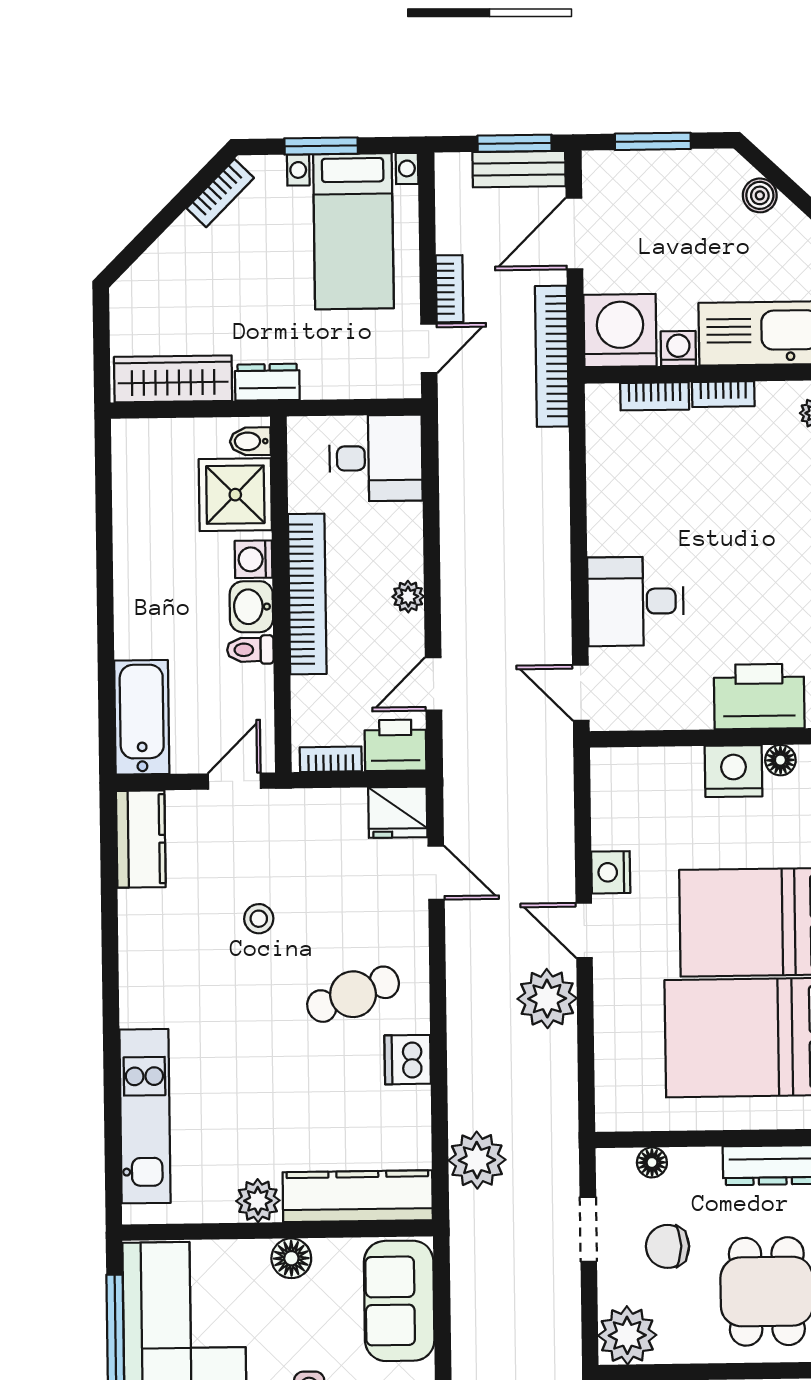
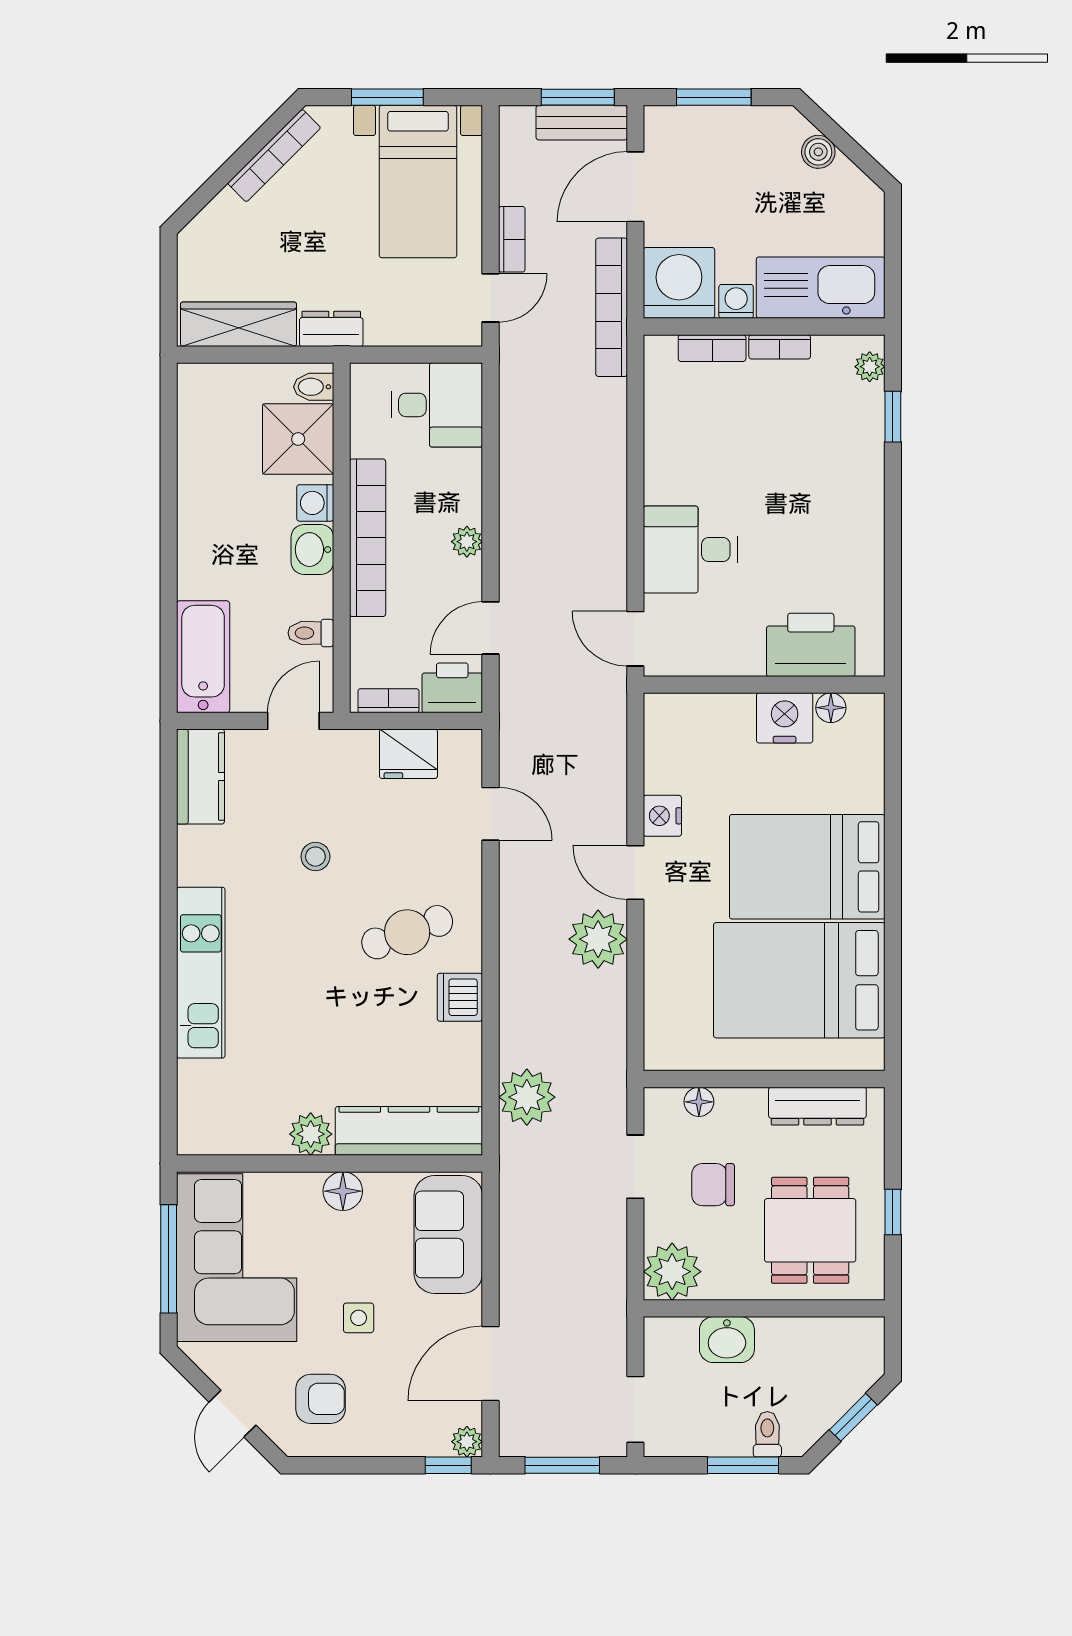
bookcase: (220, 193) -> (274, 156), width x1.56
toilet: (250, 650) -> (311, 633), moved
fridge: (398, 812) -> (408, 754), moved
kitchen unit: (145, 1116) -> (201, 973), moved

